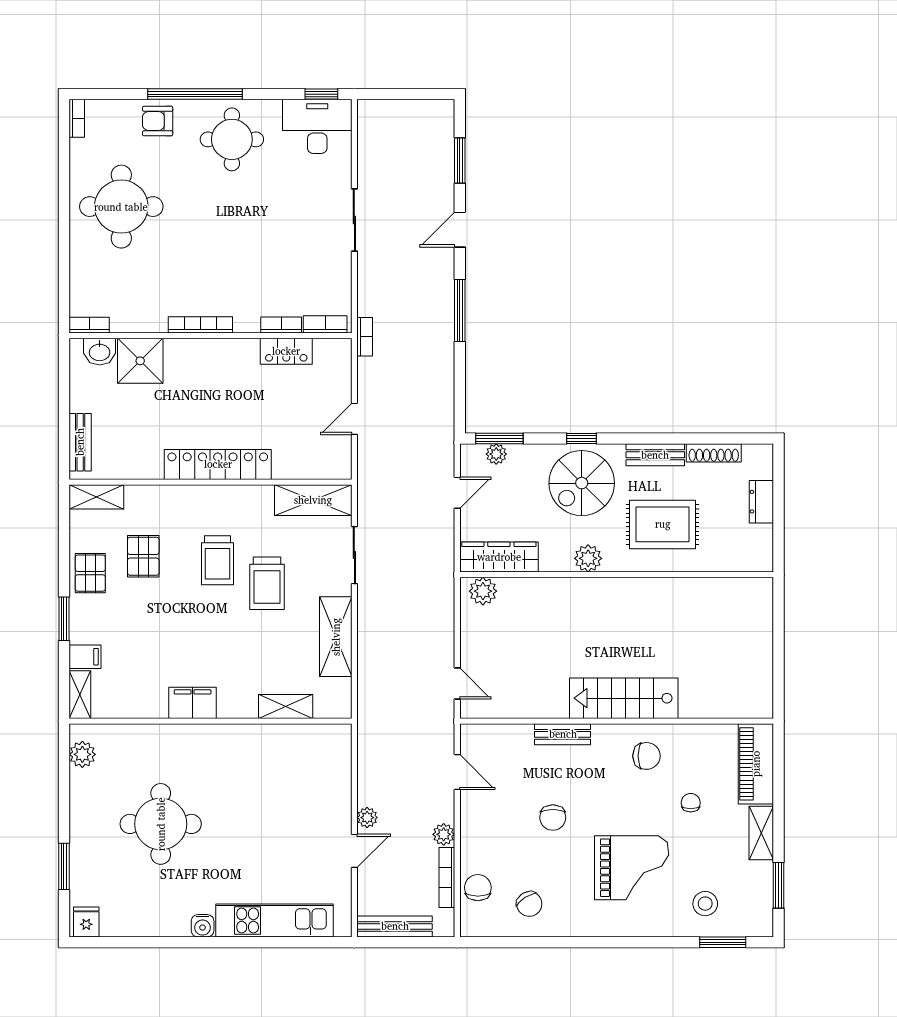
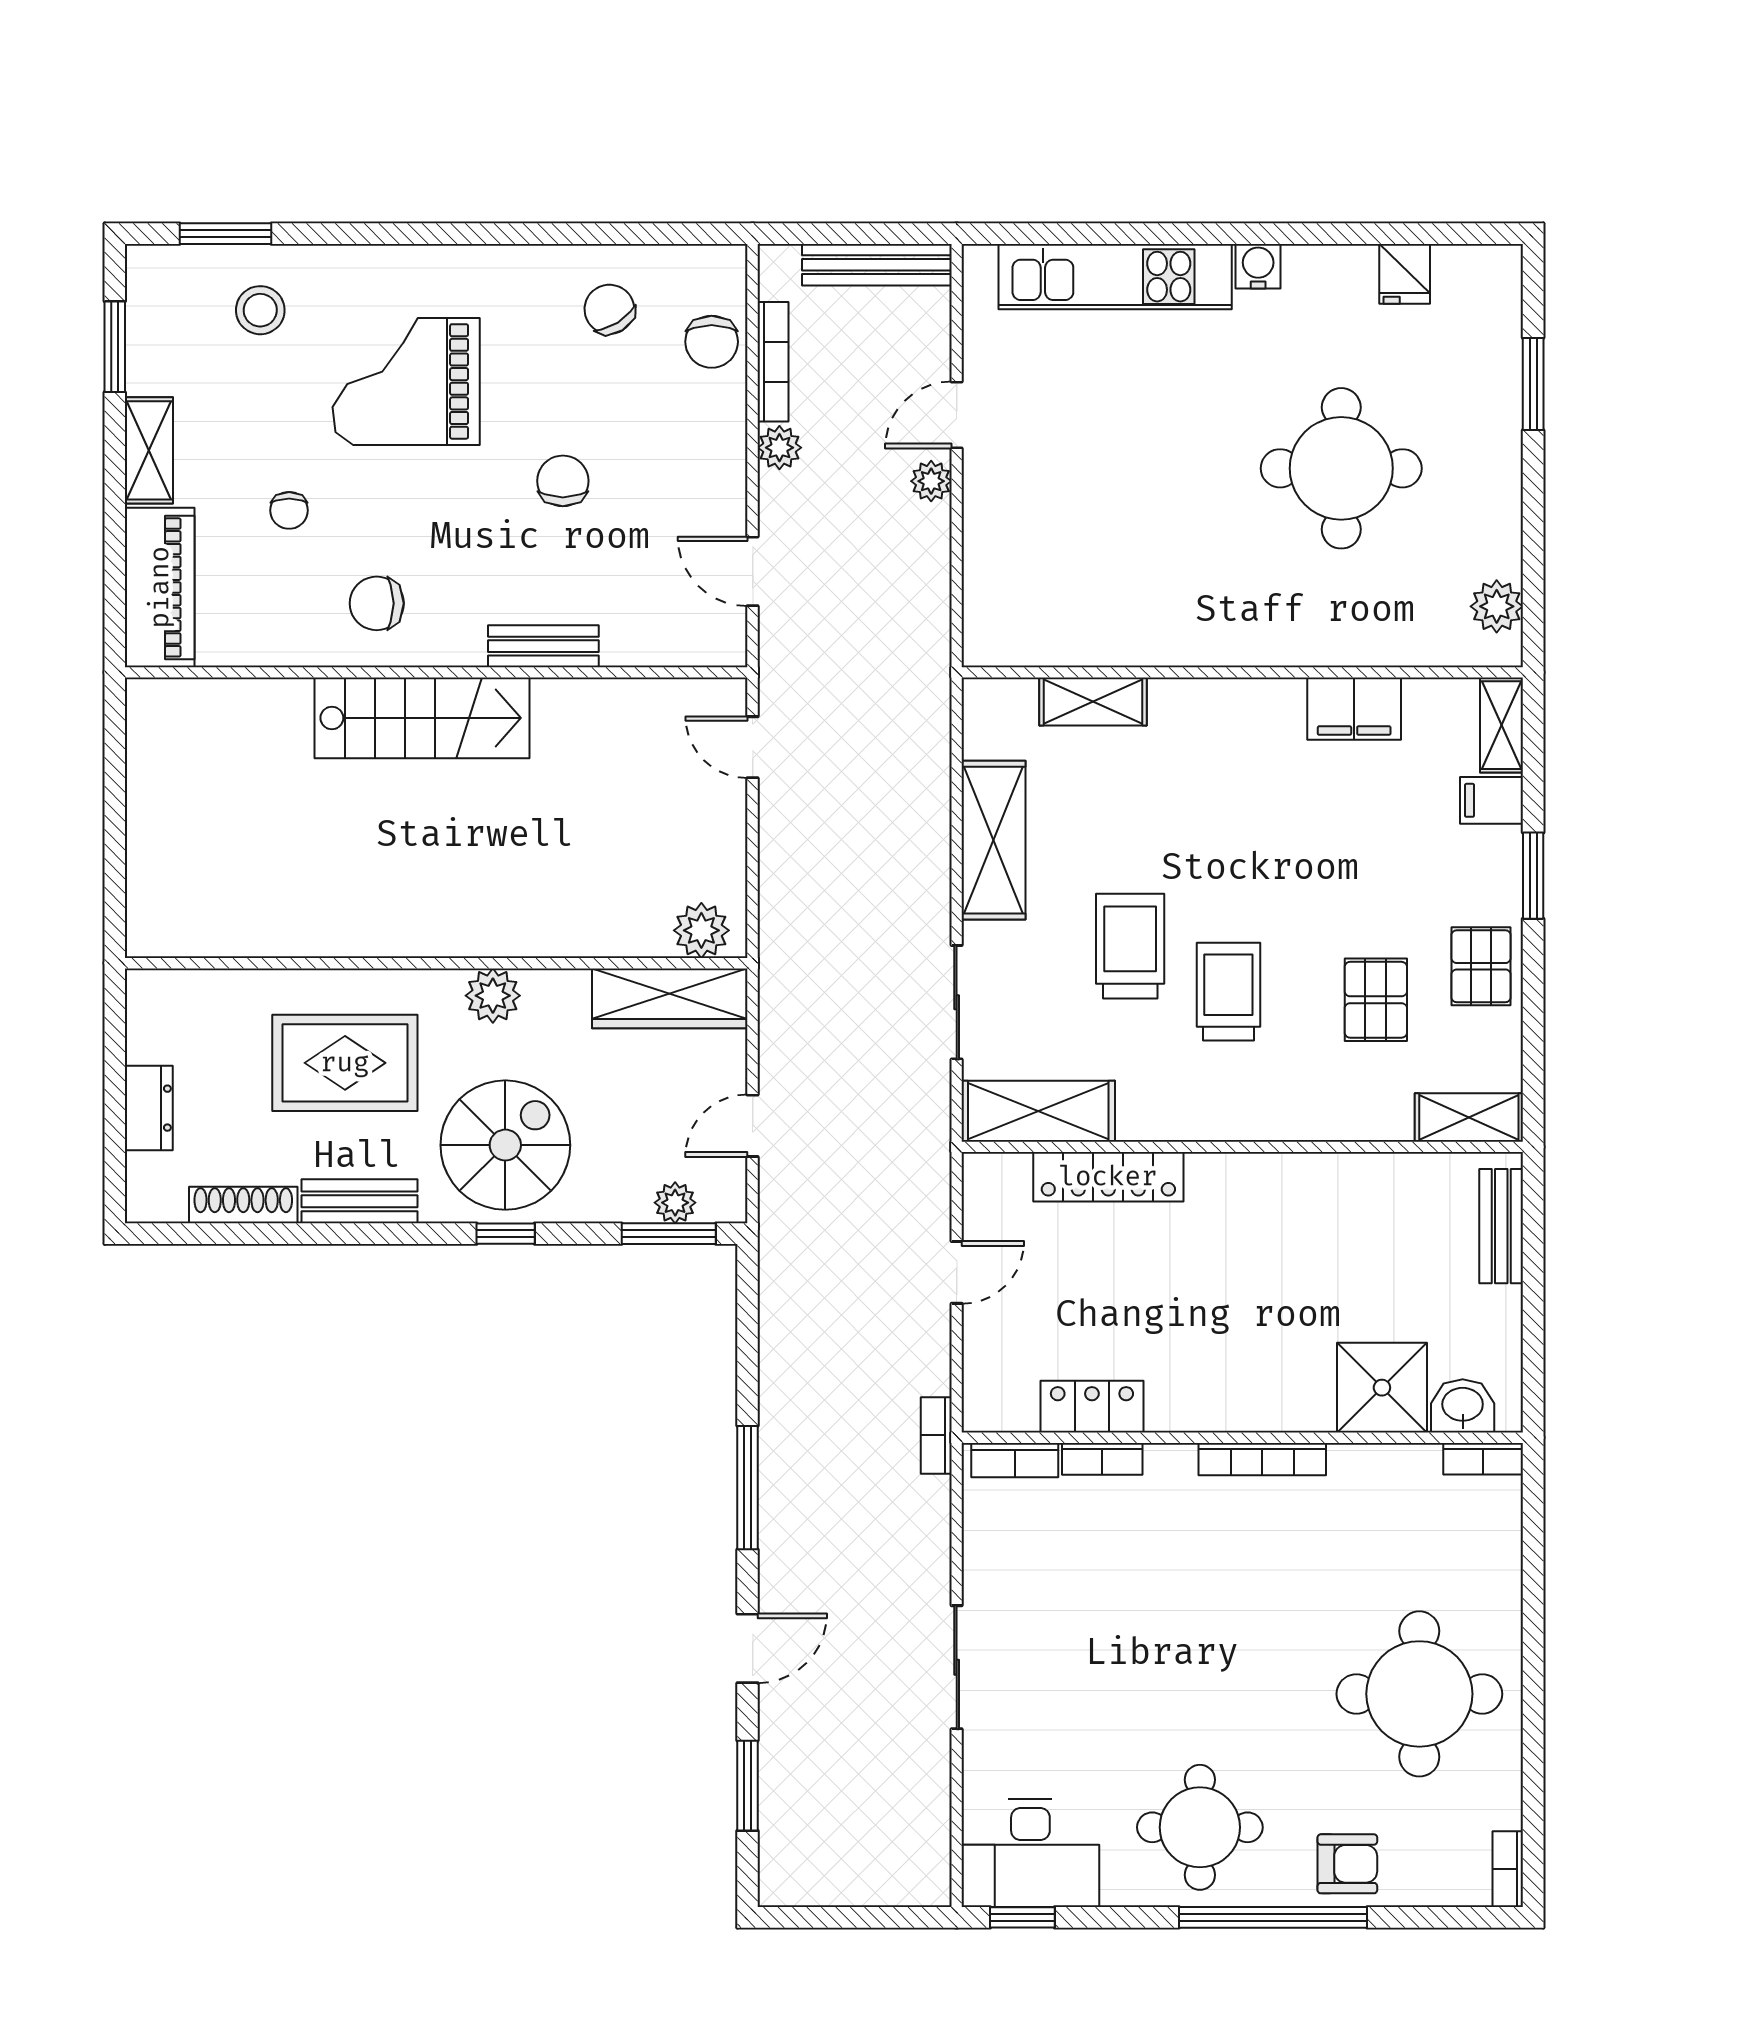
locker: (218, 464) -> (1108, 1177), moved, width x0.71, depth x0.83
filing cabinet: (193, 703) -> (1354, 709), moved
fridge: (86, 922) -> (1405, 274), moved

